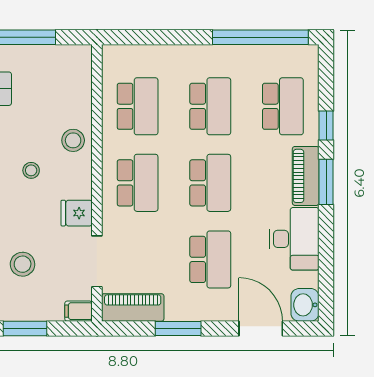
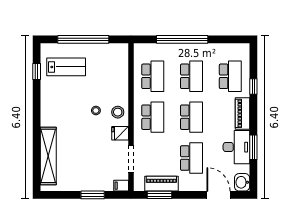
window: (260, 37) -> (182, 39), moved
stool: (73, 140) -> (118, 112), moved
window: (326, 182) -> (253, 147), moved
stool: (23, 264) -> (91, 161), removed
piano: (133, 307) -> (161, 184), moved
window: (178, 329) -> (159, 195), moved

